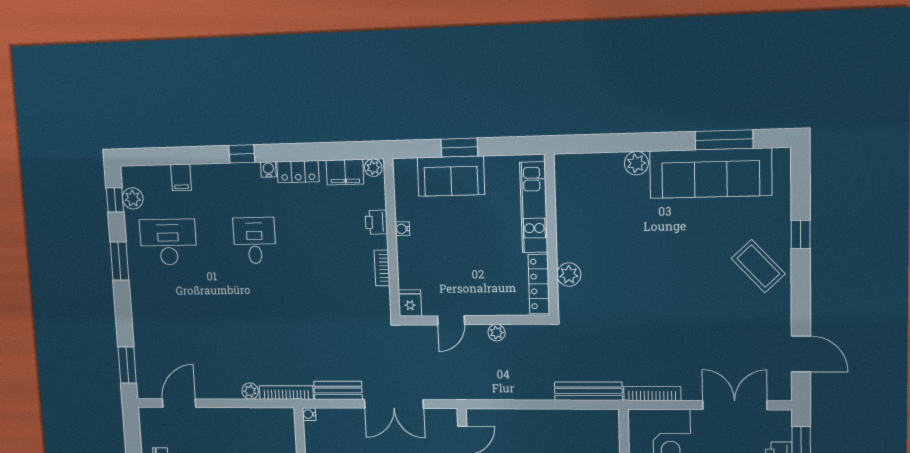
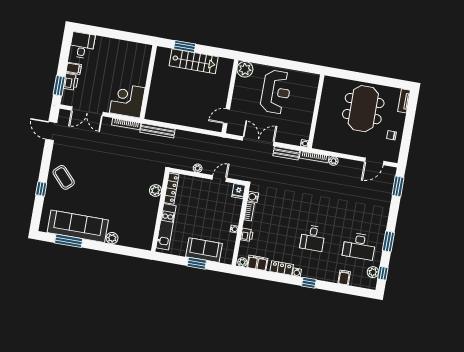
water cooler: (381, 297) -> (253, 197), added

